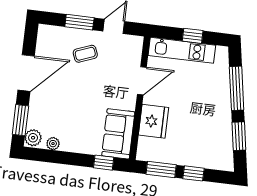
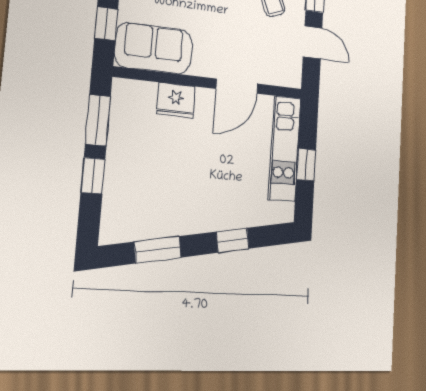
door: (142, 81) -> (237, 86), hinge flipped
window: (237, 88) -> (233, 240), width x0.46
fridge: (153, 121) -> (176, 100), width x0.73, depth x0.75

